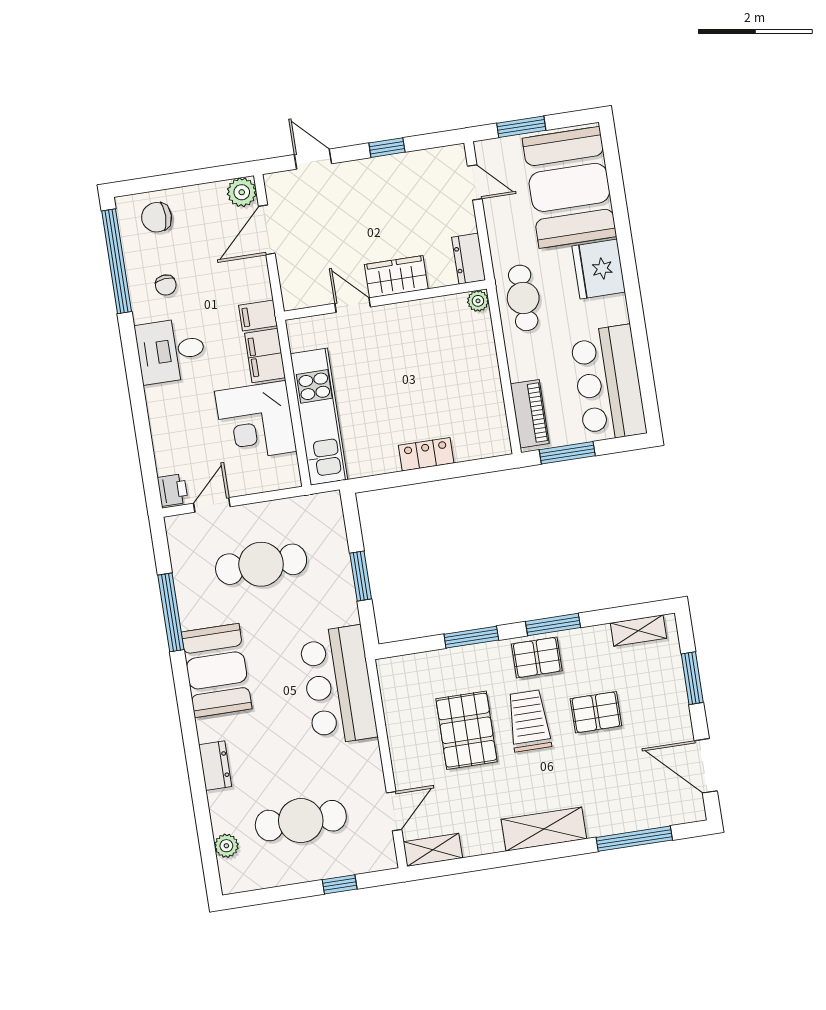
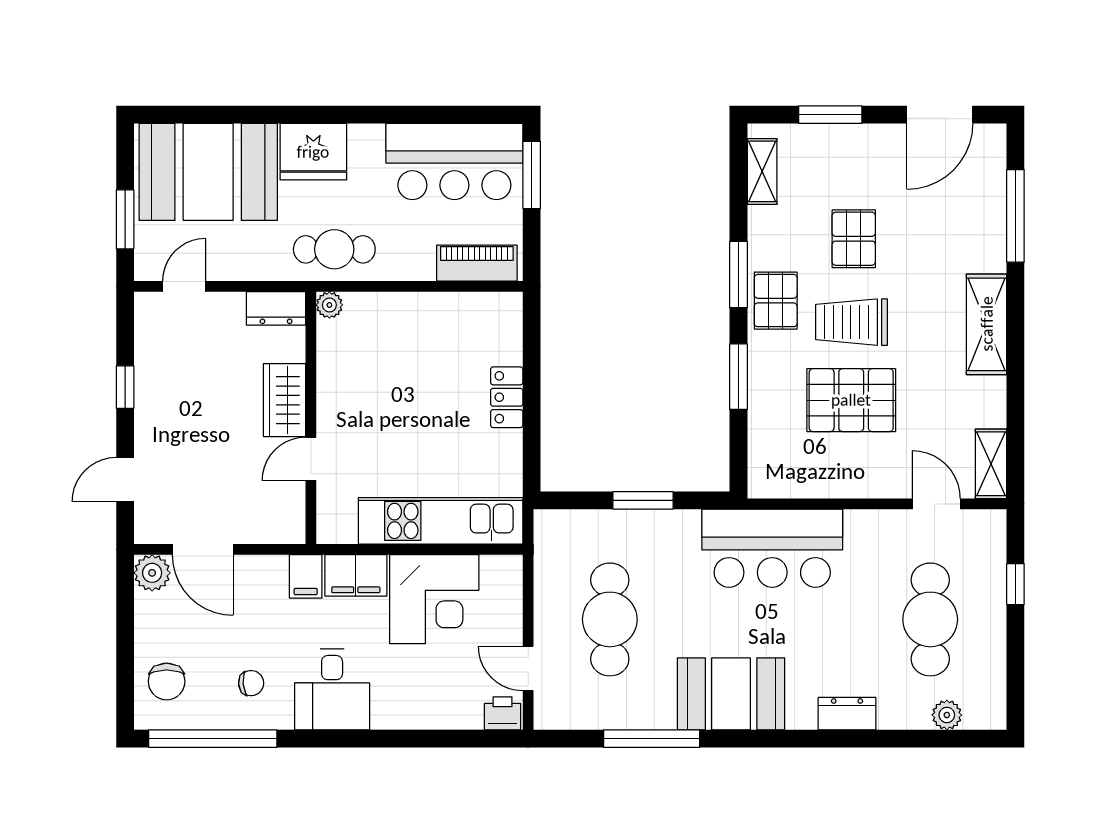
window: (567, 453) -> (532, 175), moved

